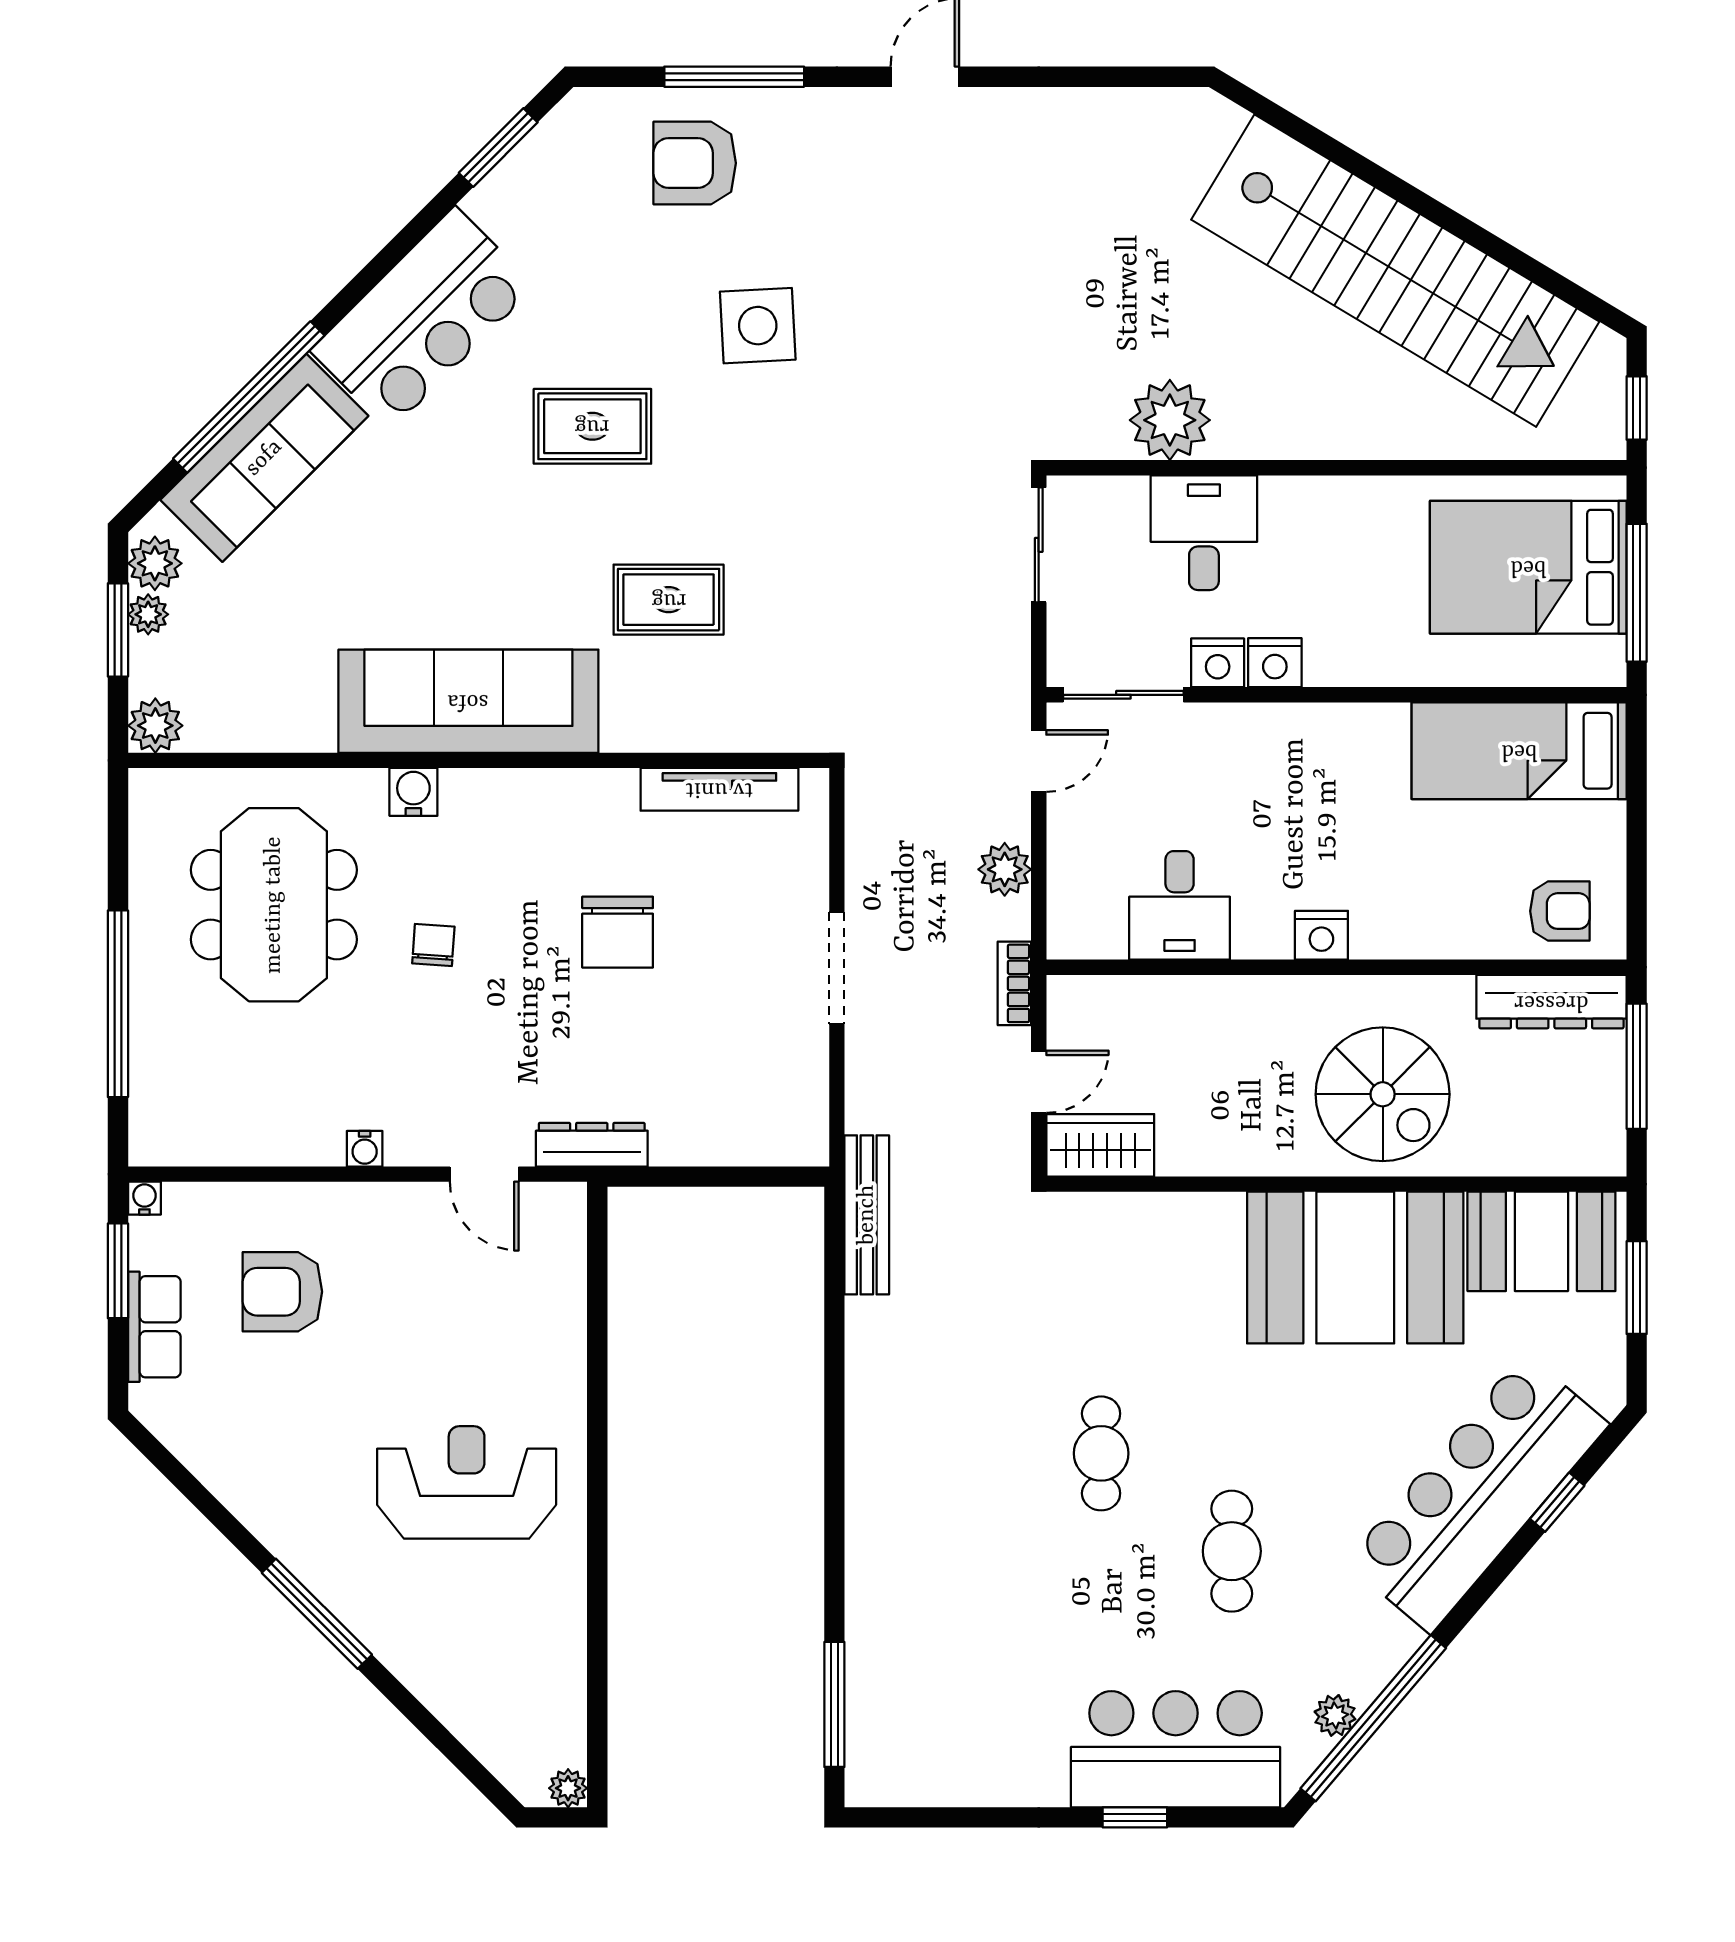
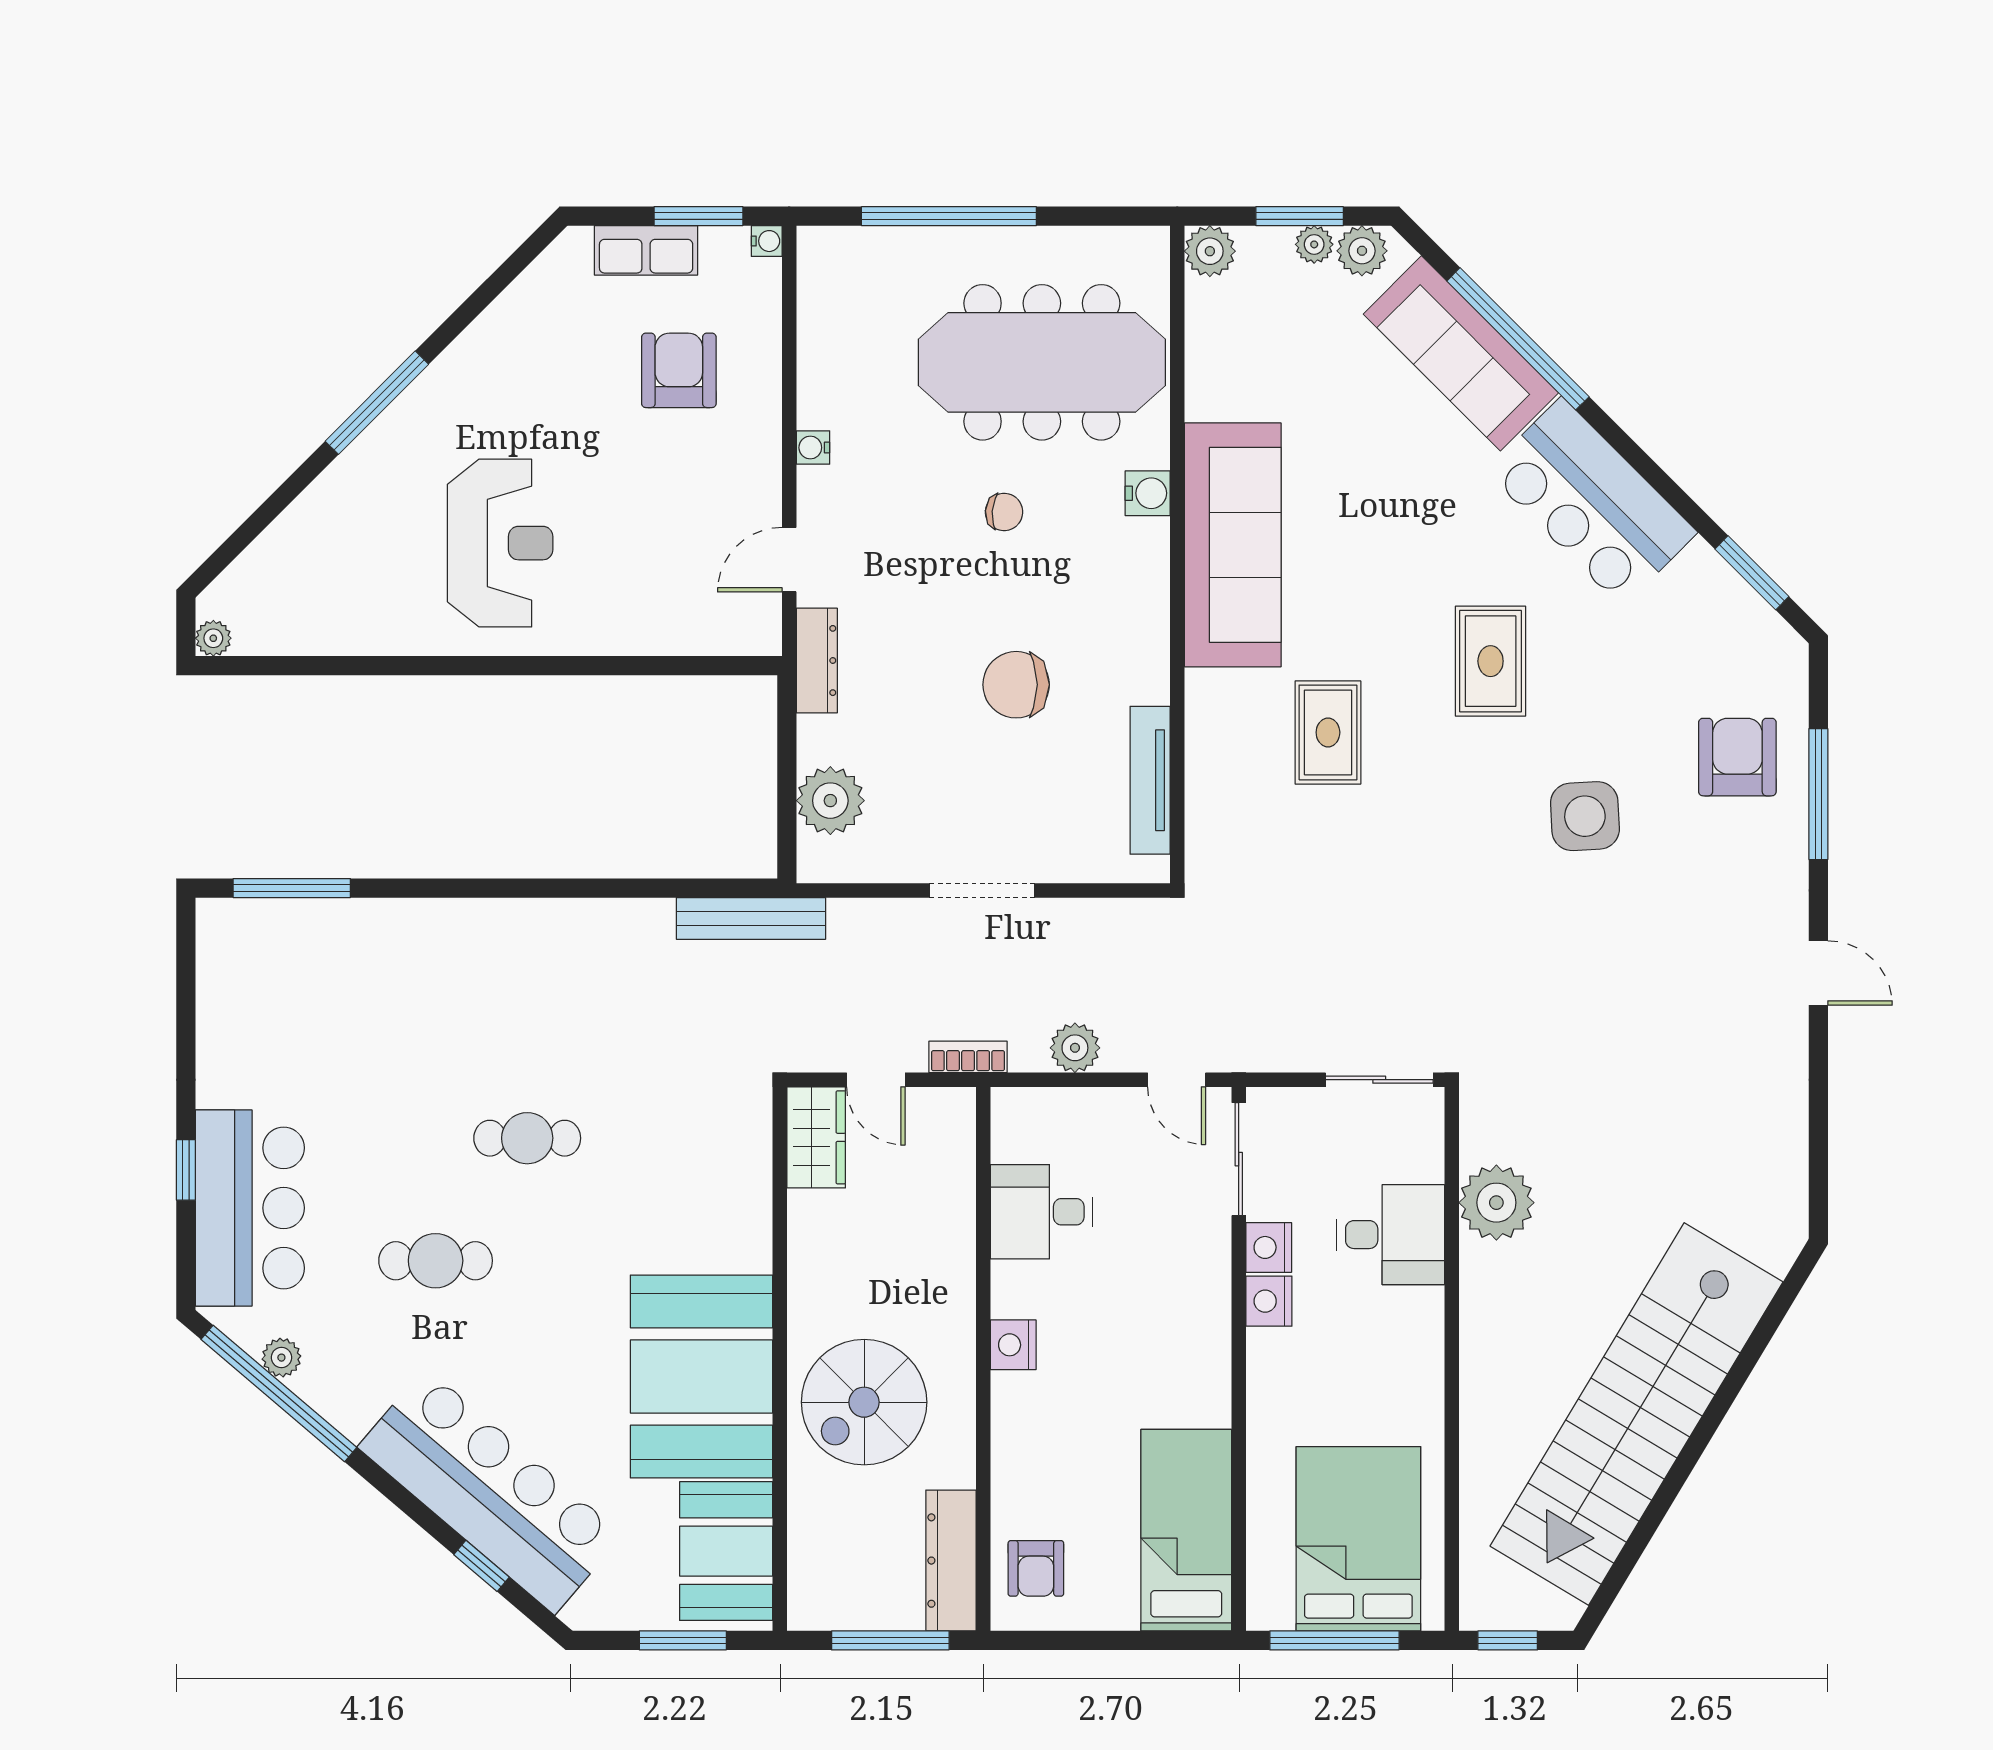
meeting table: (274, 905) -> (1042, 362), width x1.36
plant: (741, 1130) -> (830, 801), added

